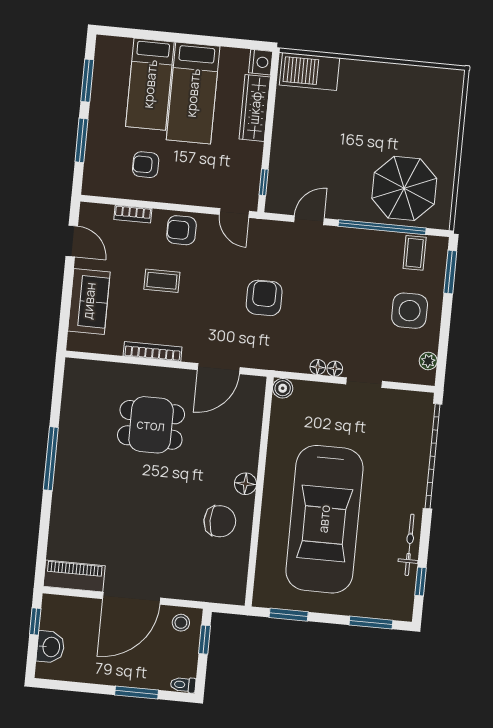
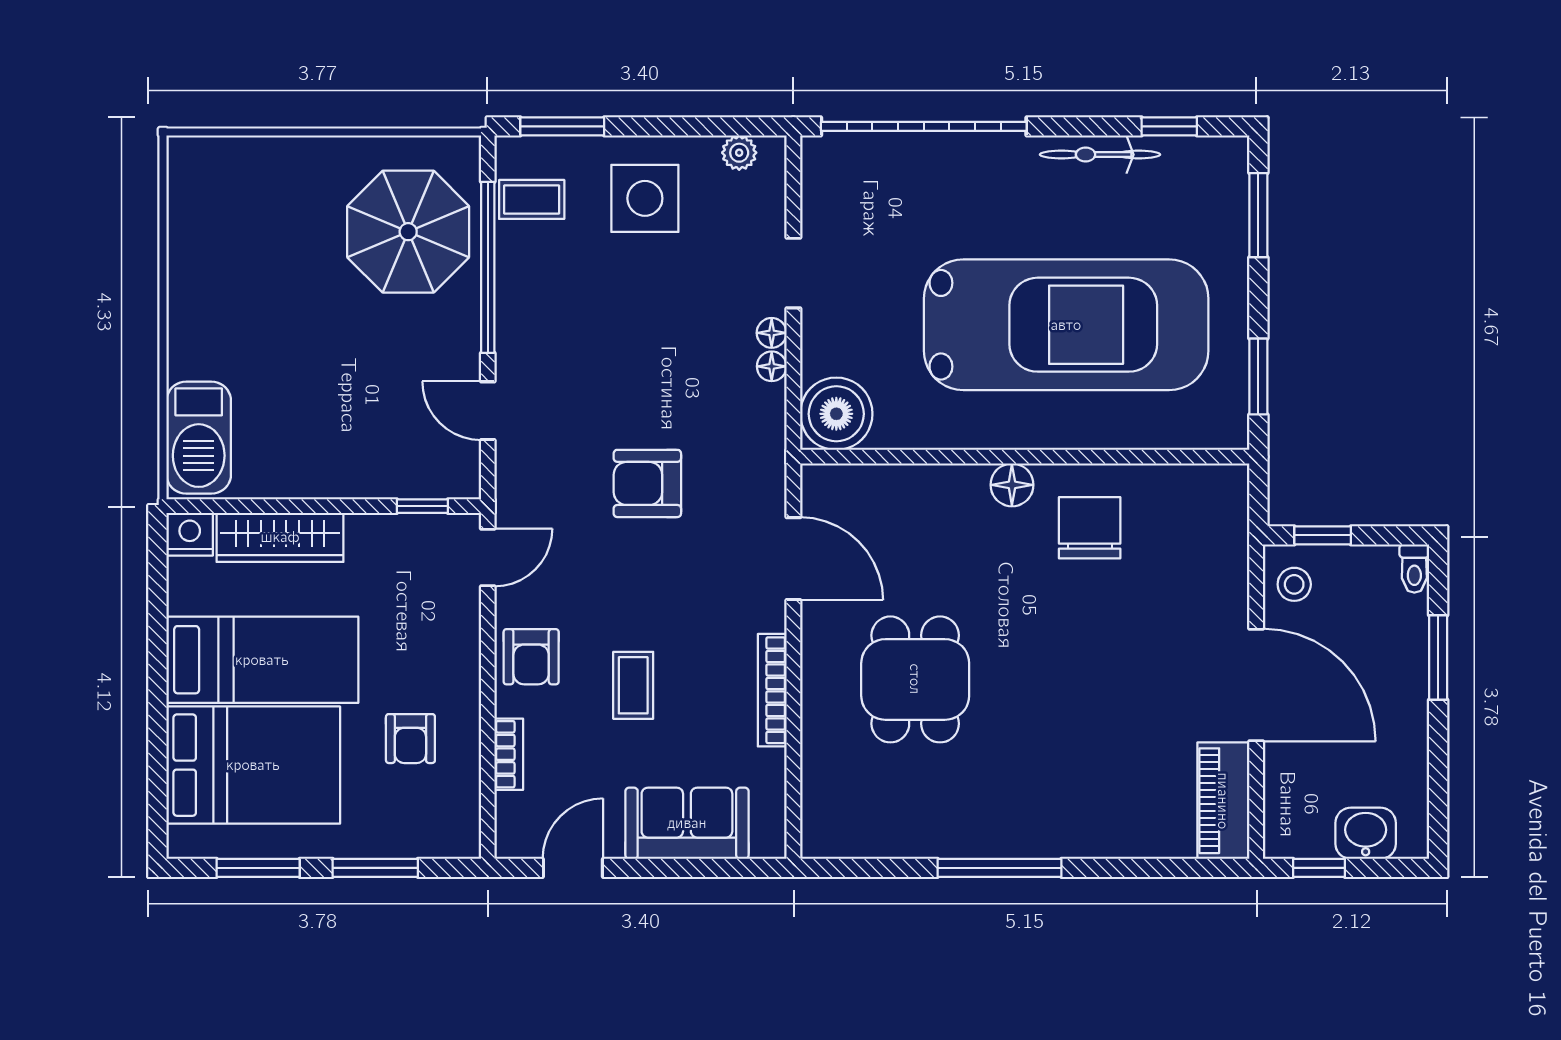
bed: (150, 84) -> (253, 765), width x1.50
boiler: (283, 388) -> (836, 414), width x1.86, depth x1.86

